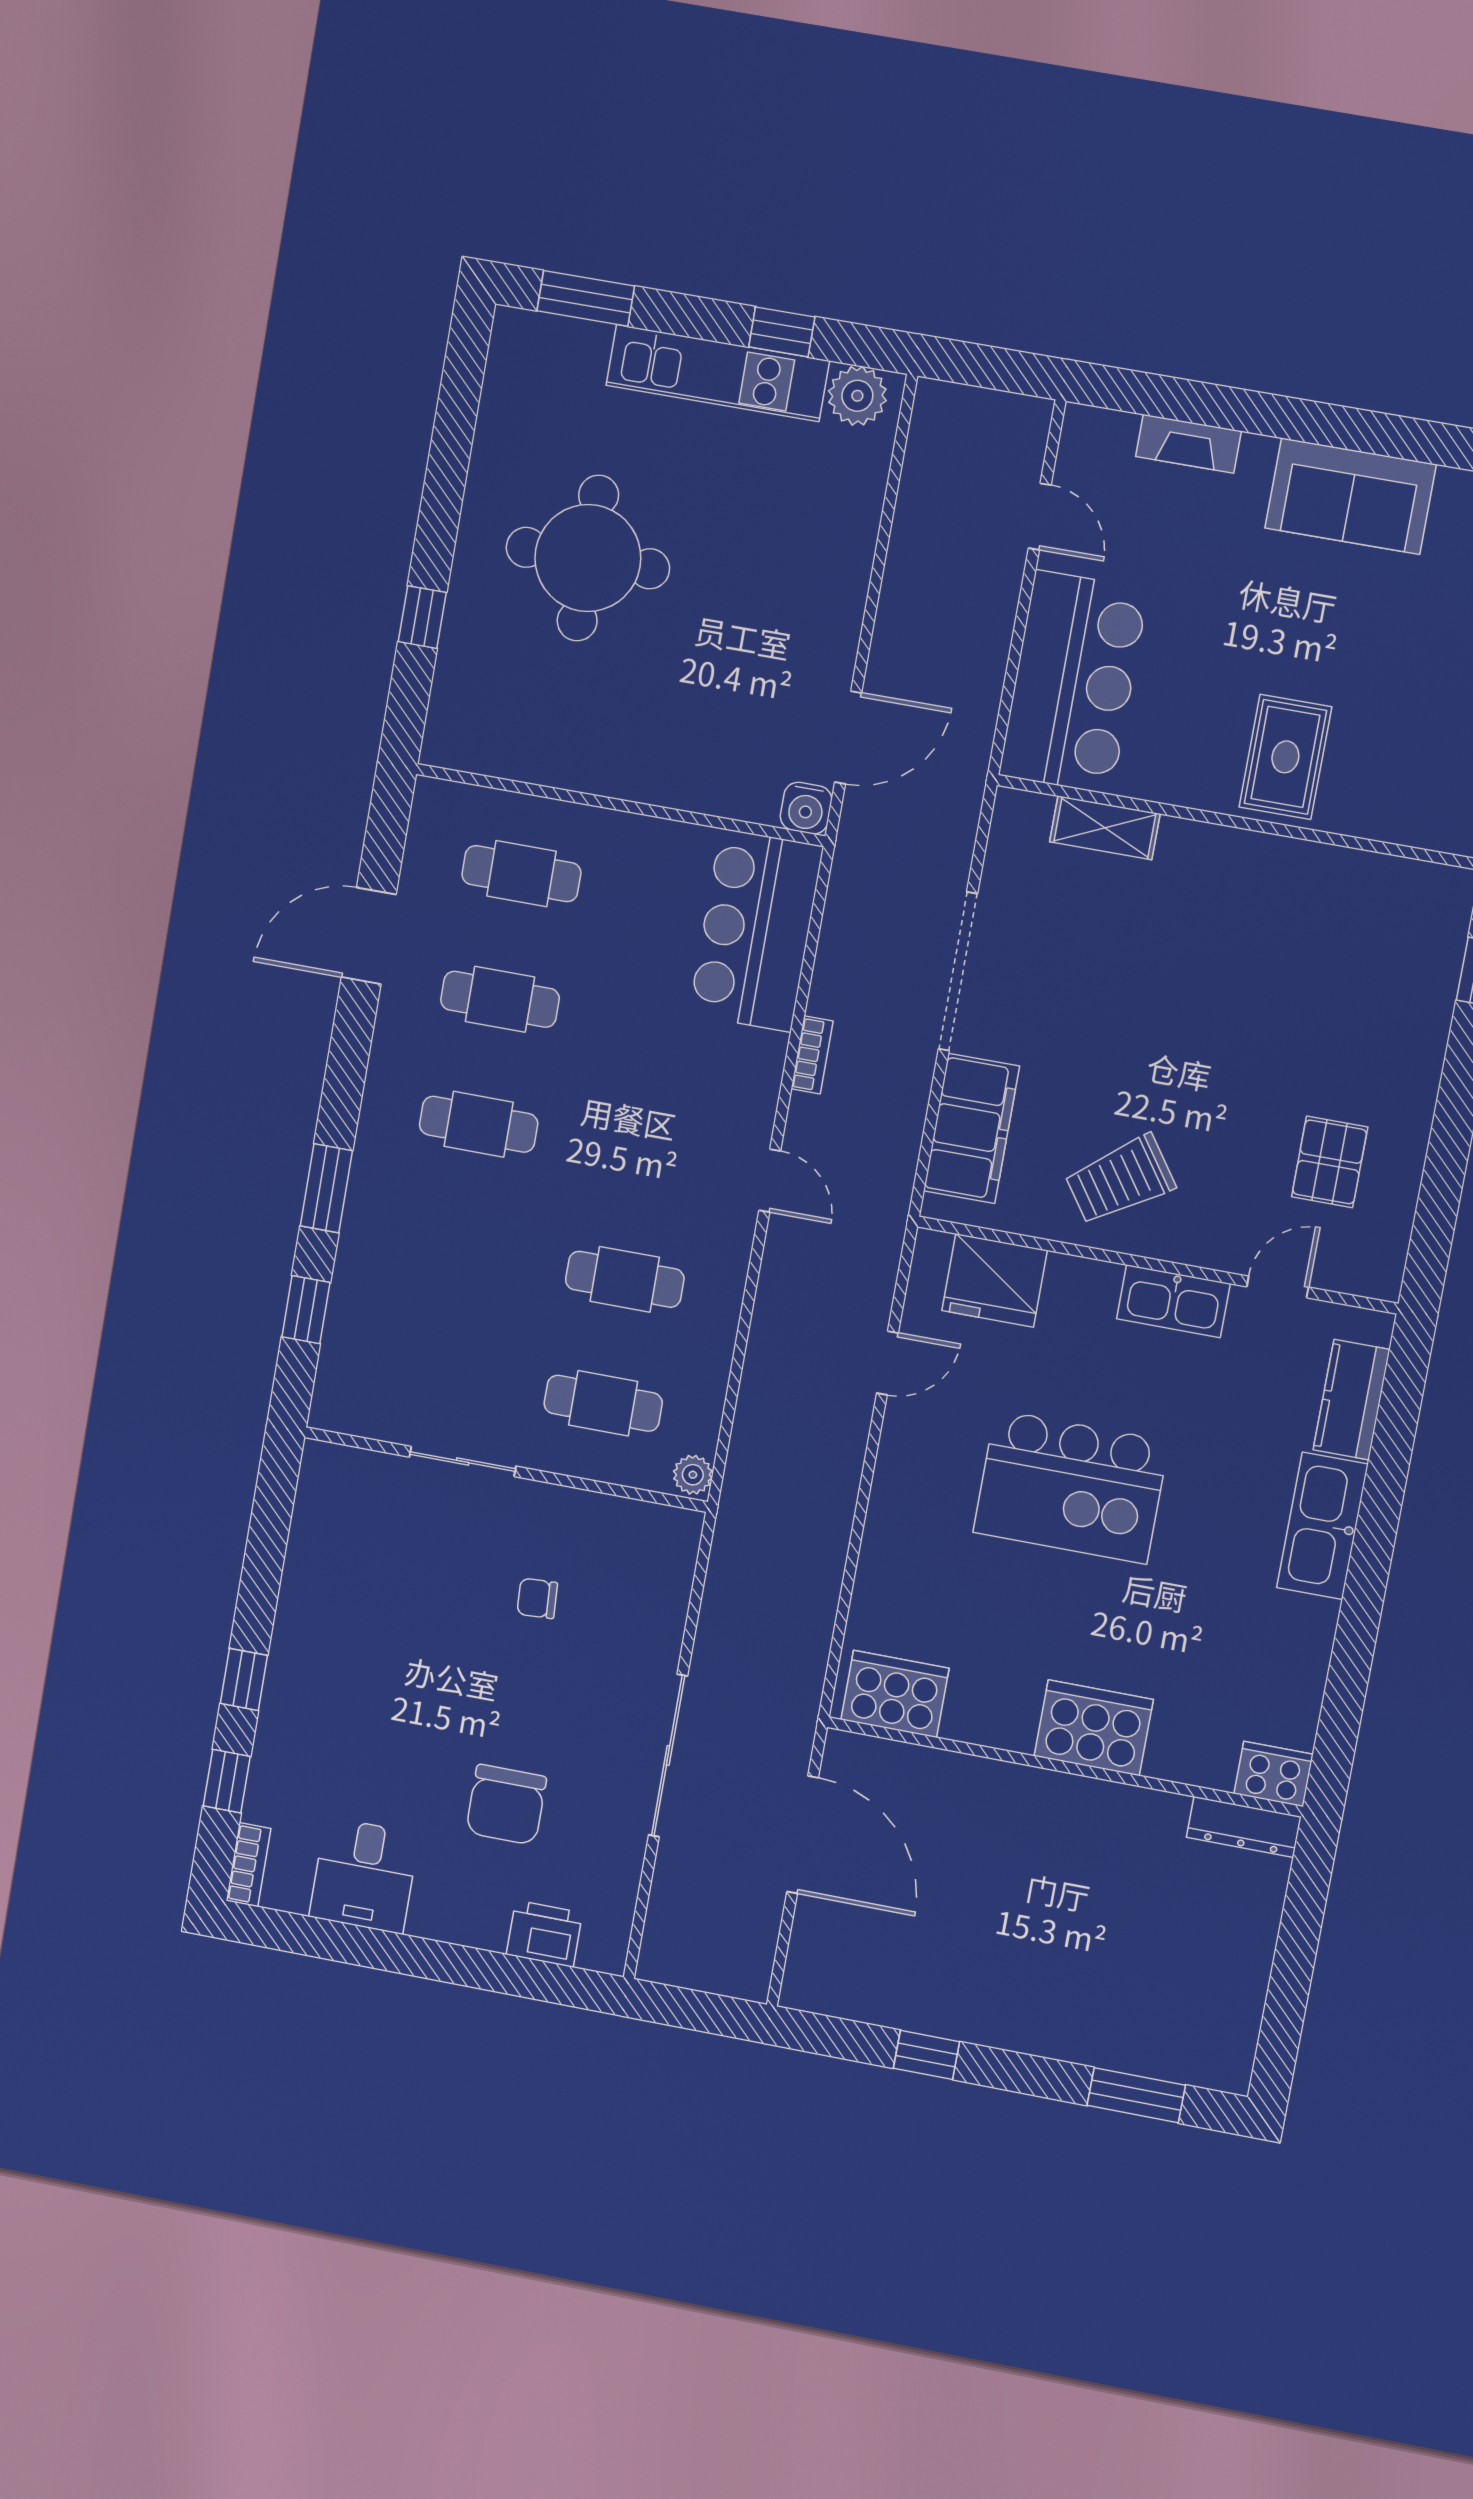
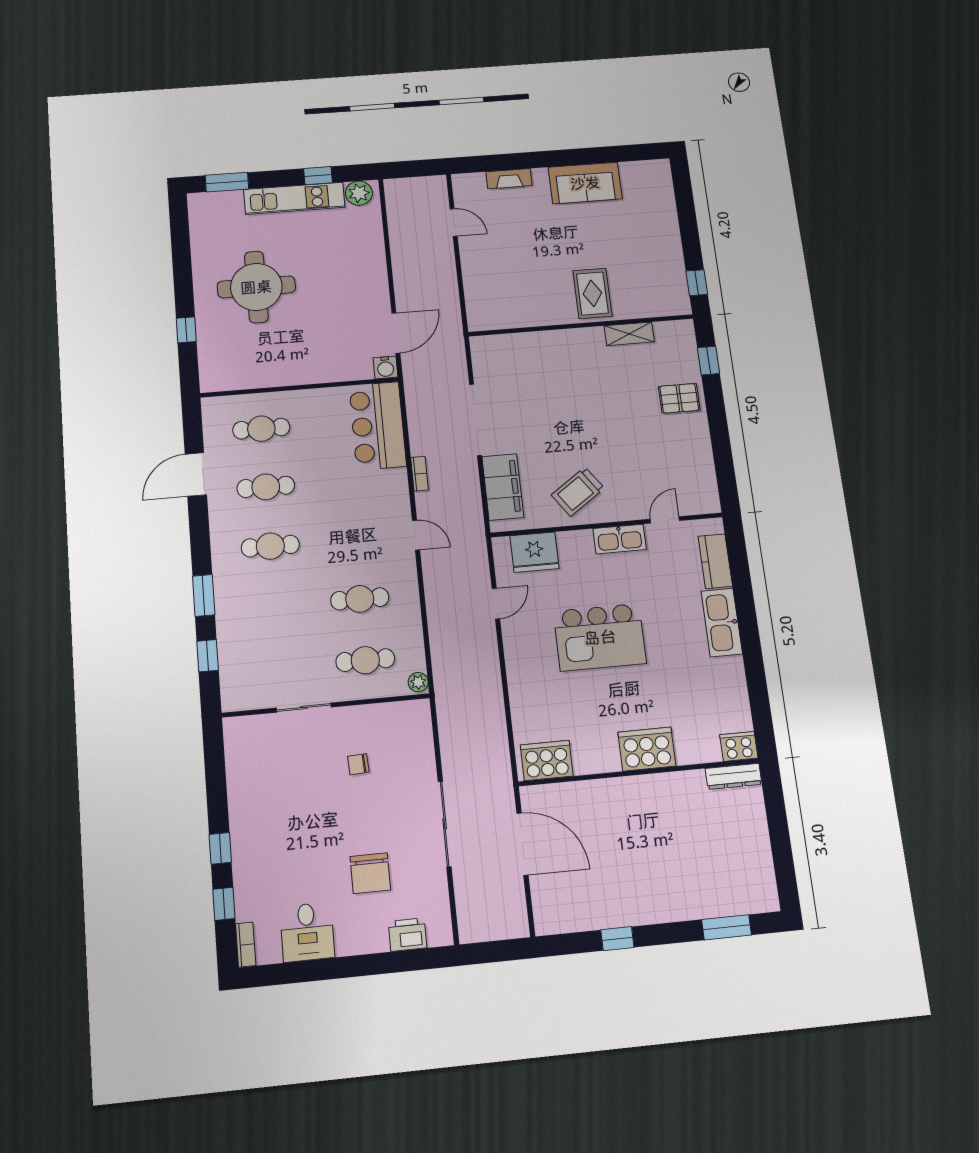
bar counter: (1073, 682) -> (490, 286), removed
shelving: (1105, 828) -> (629, 334), moved
pallet: (1330, 1162) -> (679, 398), moved, turned 90

